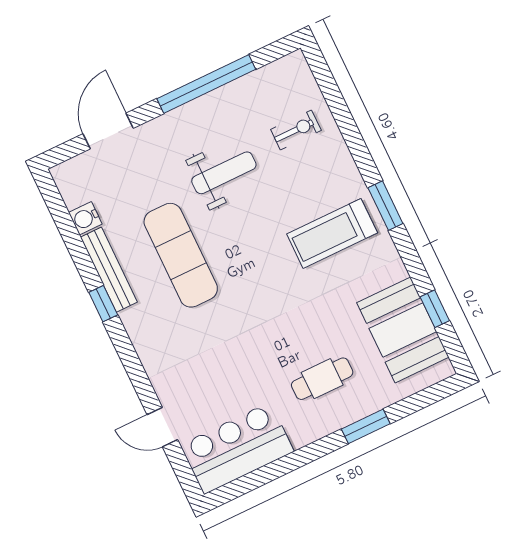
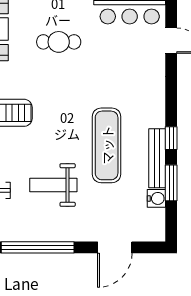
window: (76, 247) -> (171, 183), added
cafe table: (322, 379) -> (59, 42), moved

